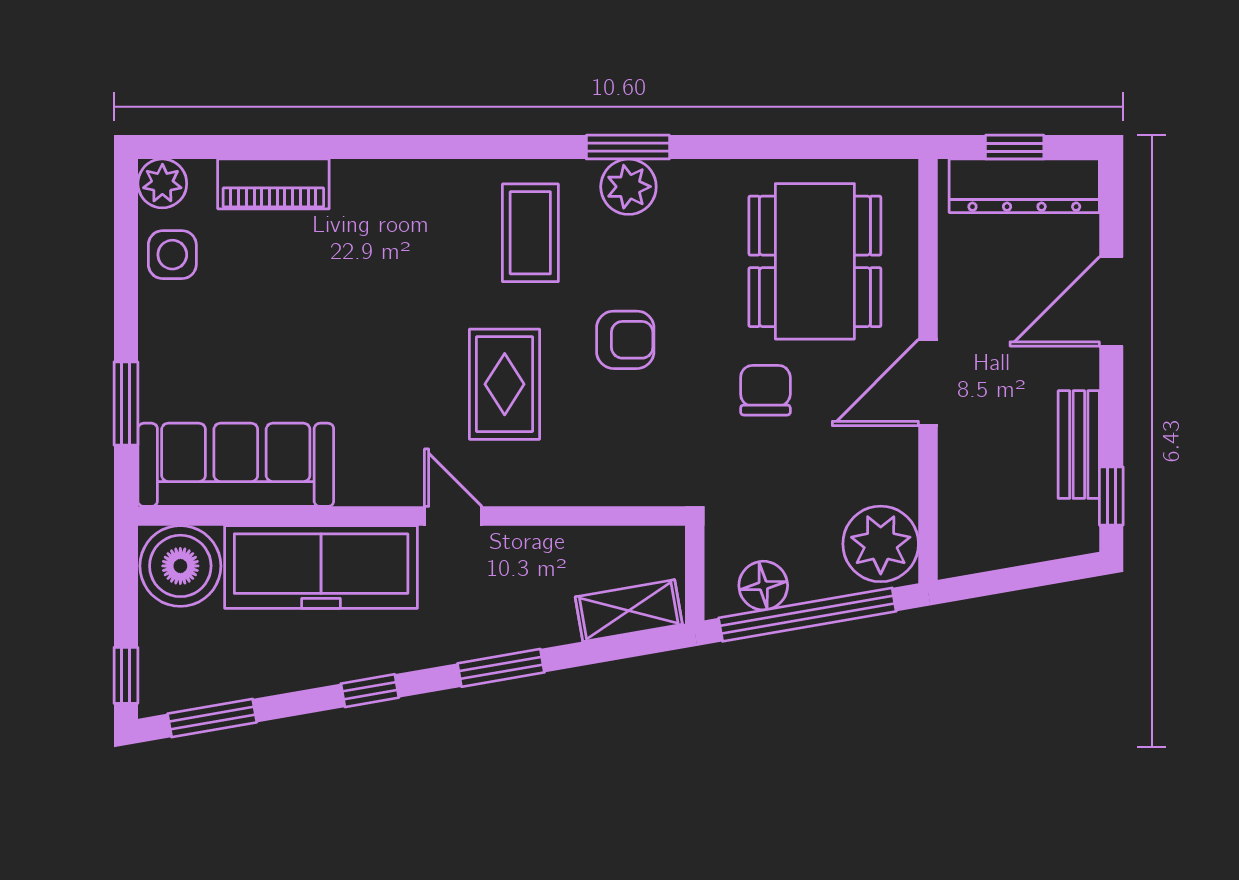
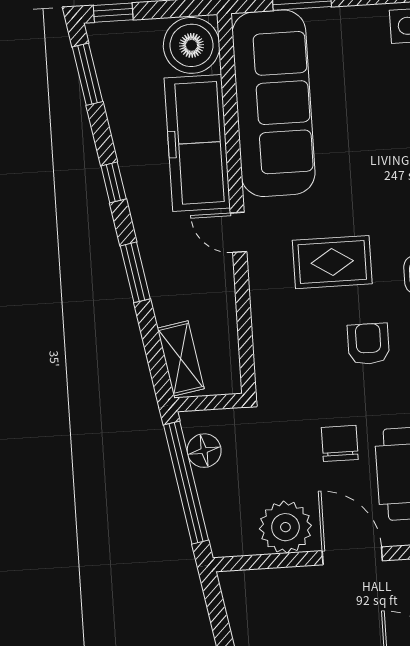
armchair: (625, 340) -> (368, 344), turned 180
chair: (765, 390) -> (340, 443), turned -90
sofa: (236, 465) -> (274, 103), width x1.36, depth x1.27
door: (453, 516) -> (238, 232), swing flipped
plant: (881, 544) -> (285, 527), moved

